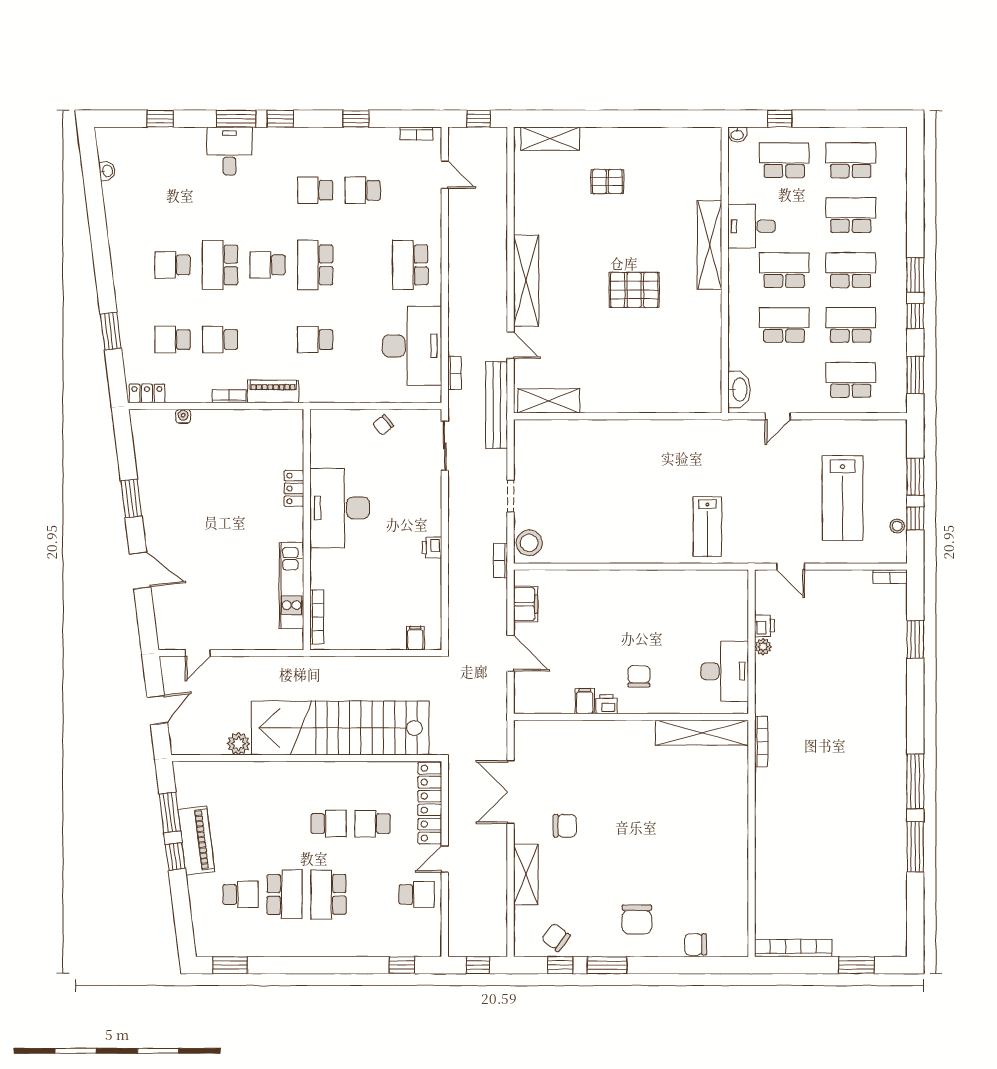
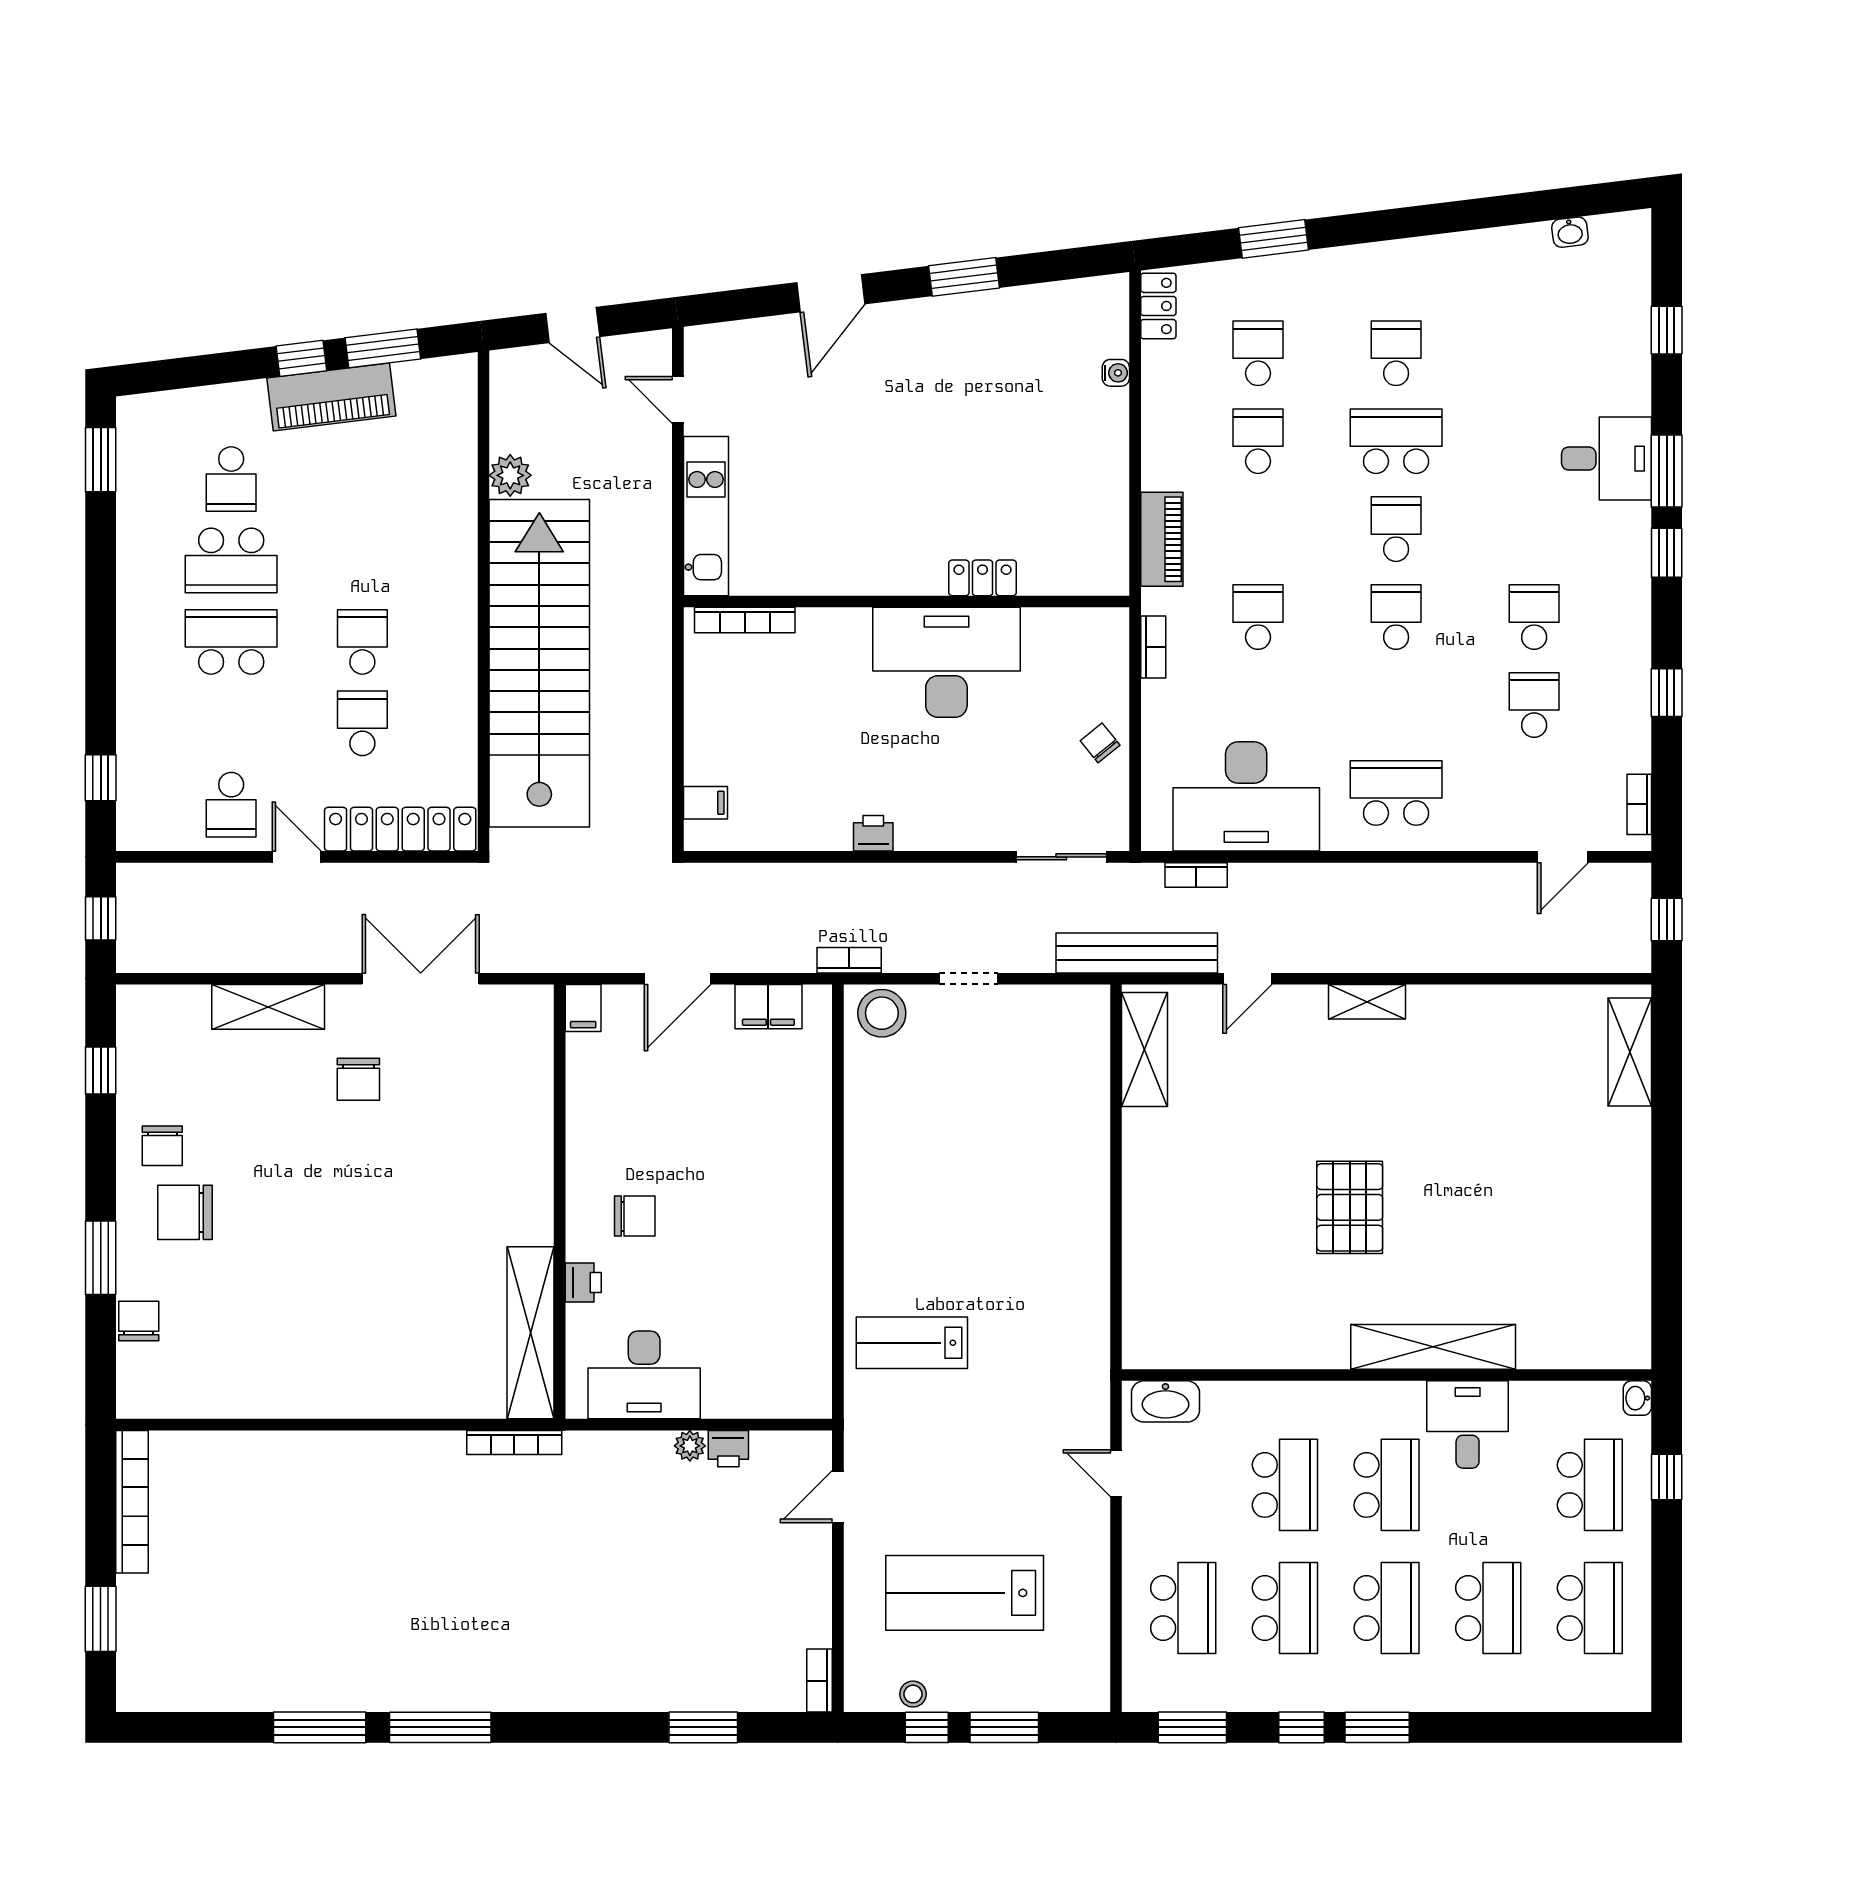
pallet: (607, 182) -> (1550, 1158), removed
school desk: (315, 265) -> (1396, 617), width x0.54
shelving: (526, 281) -> (1367, 1002), width x0.45, depth x0.75
bookcase: (229, 396) -> (1153, 647), moved
kitchen unit: (291, 585) -> (706, 516), moved, turned 90
filing cabinet: (585, 701) -> (583, 1008), moved, turned 90
printer: (606, 704) -> (583, 1282), moved
school desk: (329, 824) -> (362, 642), turned 180
chair: (556, 937) -> (162, 1146), moved, turned 143
window: (607, 965) -> (101, 1258), moved

